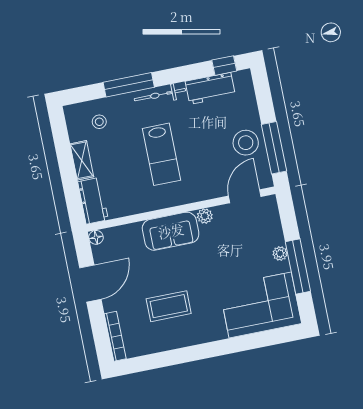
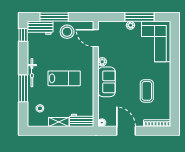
workbench: (210, 88) -> (40, 28), moved, turned 90
window: (274, 148) -> (54, 17), moved

